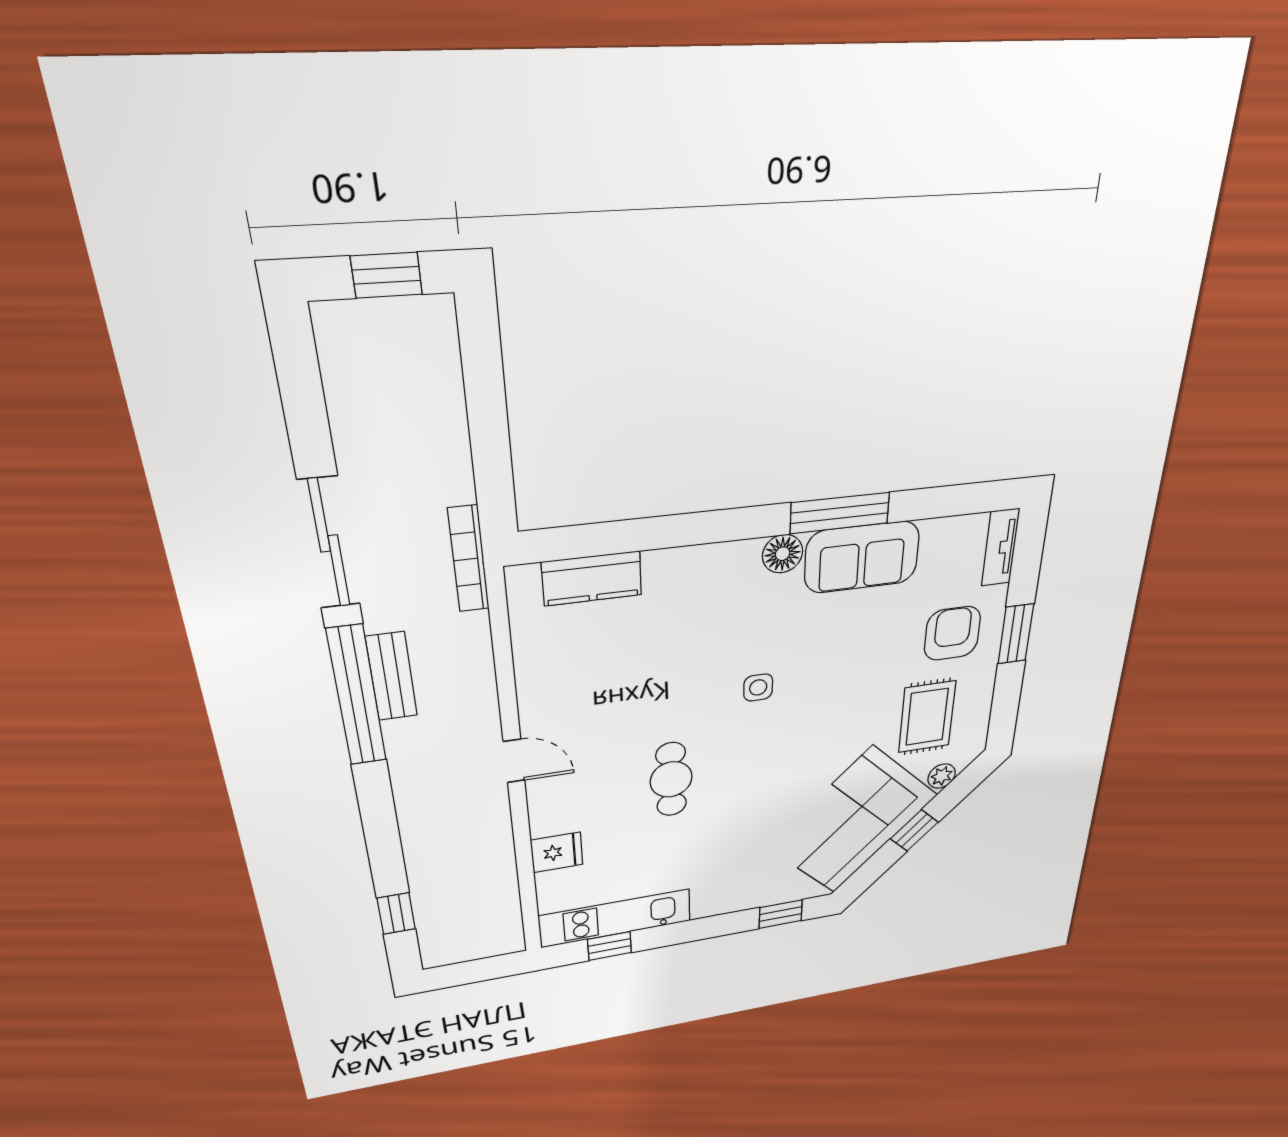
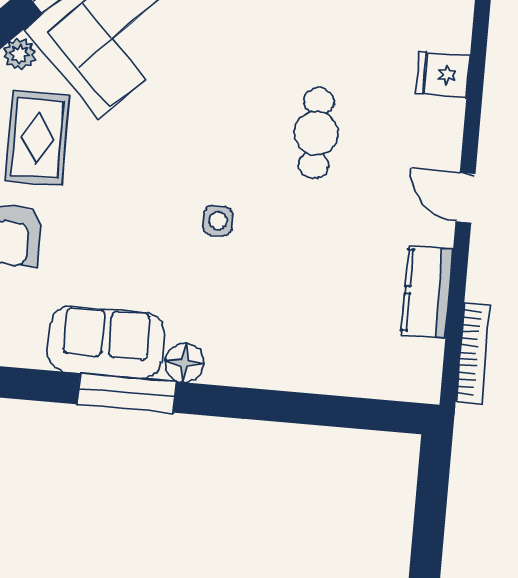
bookcase: (469, 559) -> (473, 353), moved
kitchen counter: (592, 578) -> (427, 292), moved, turned -90

